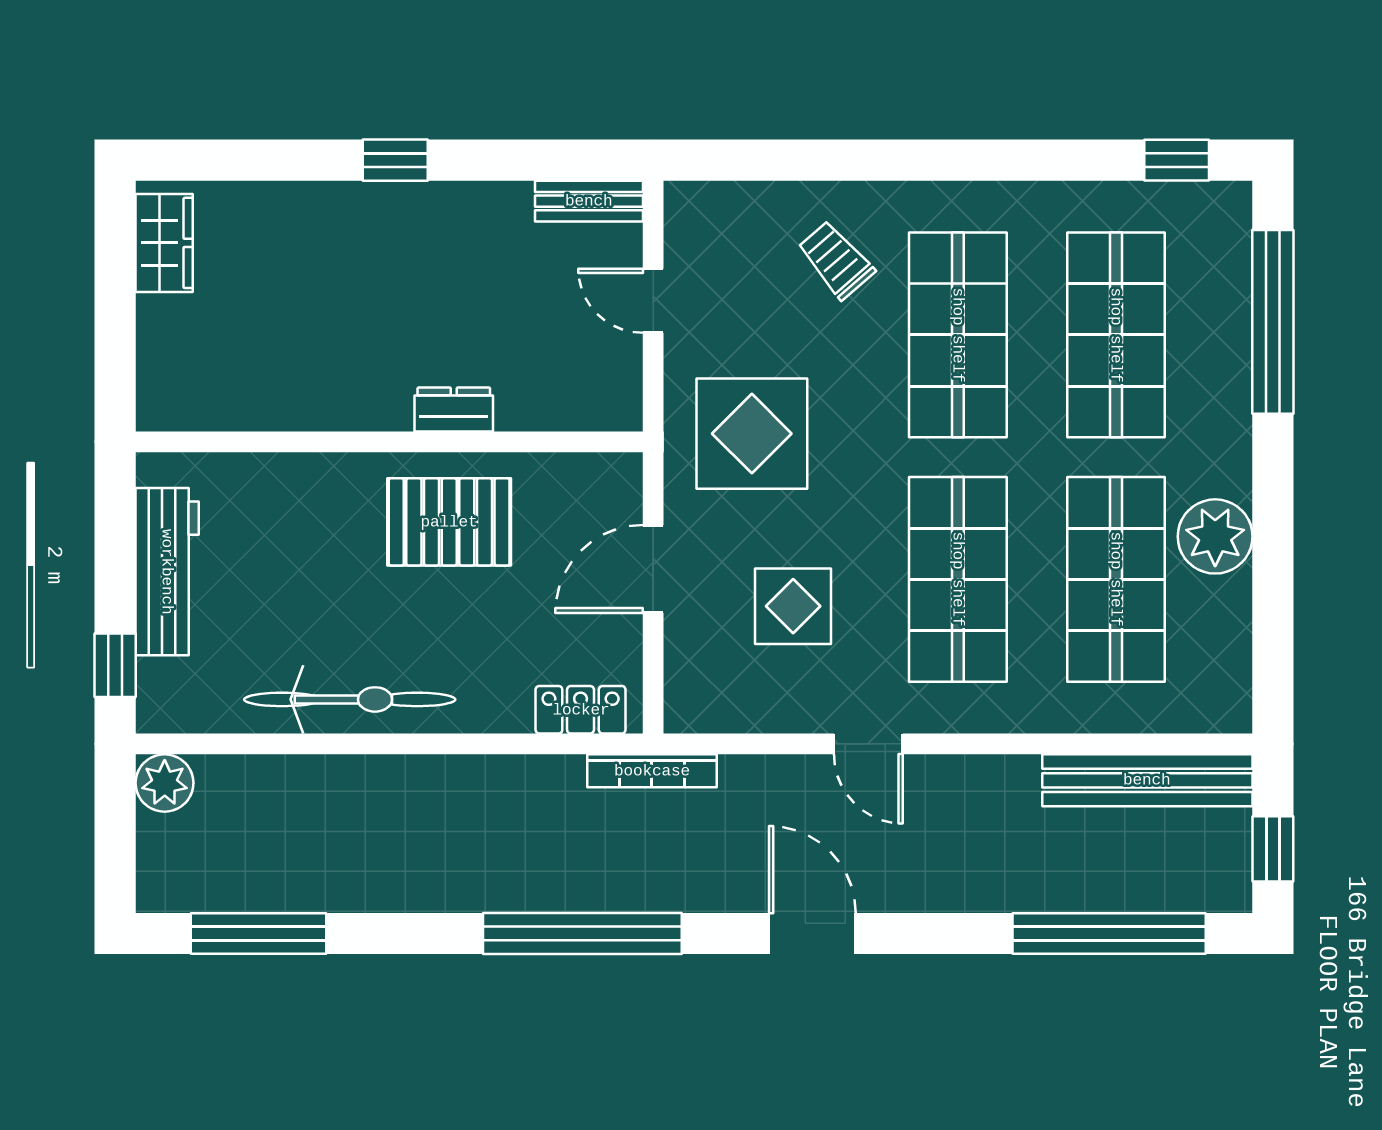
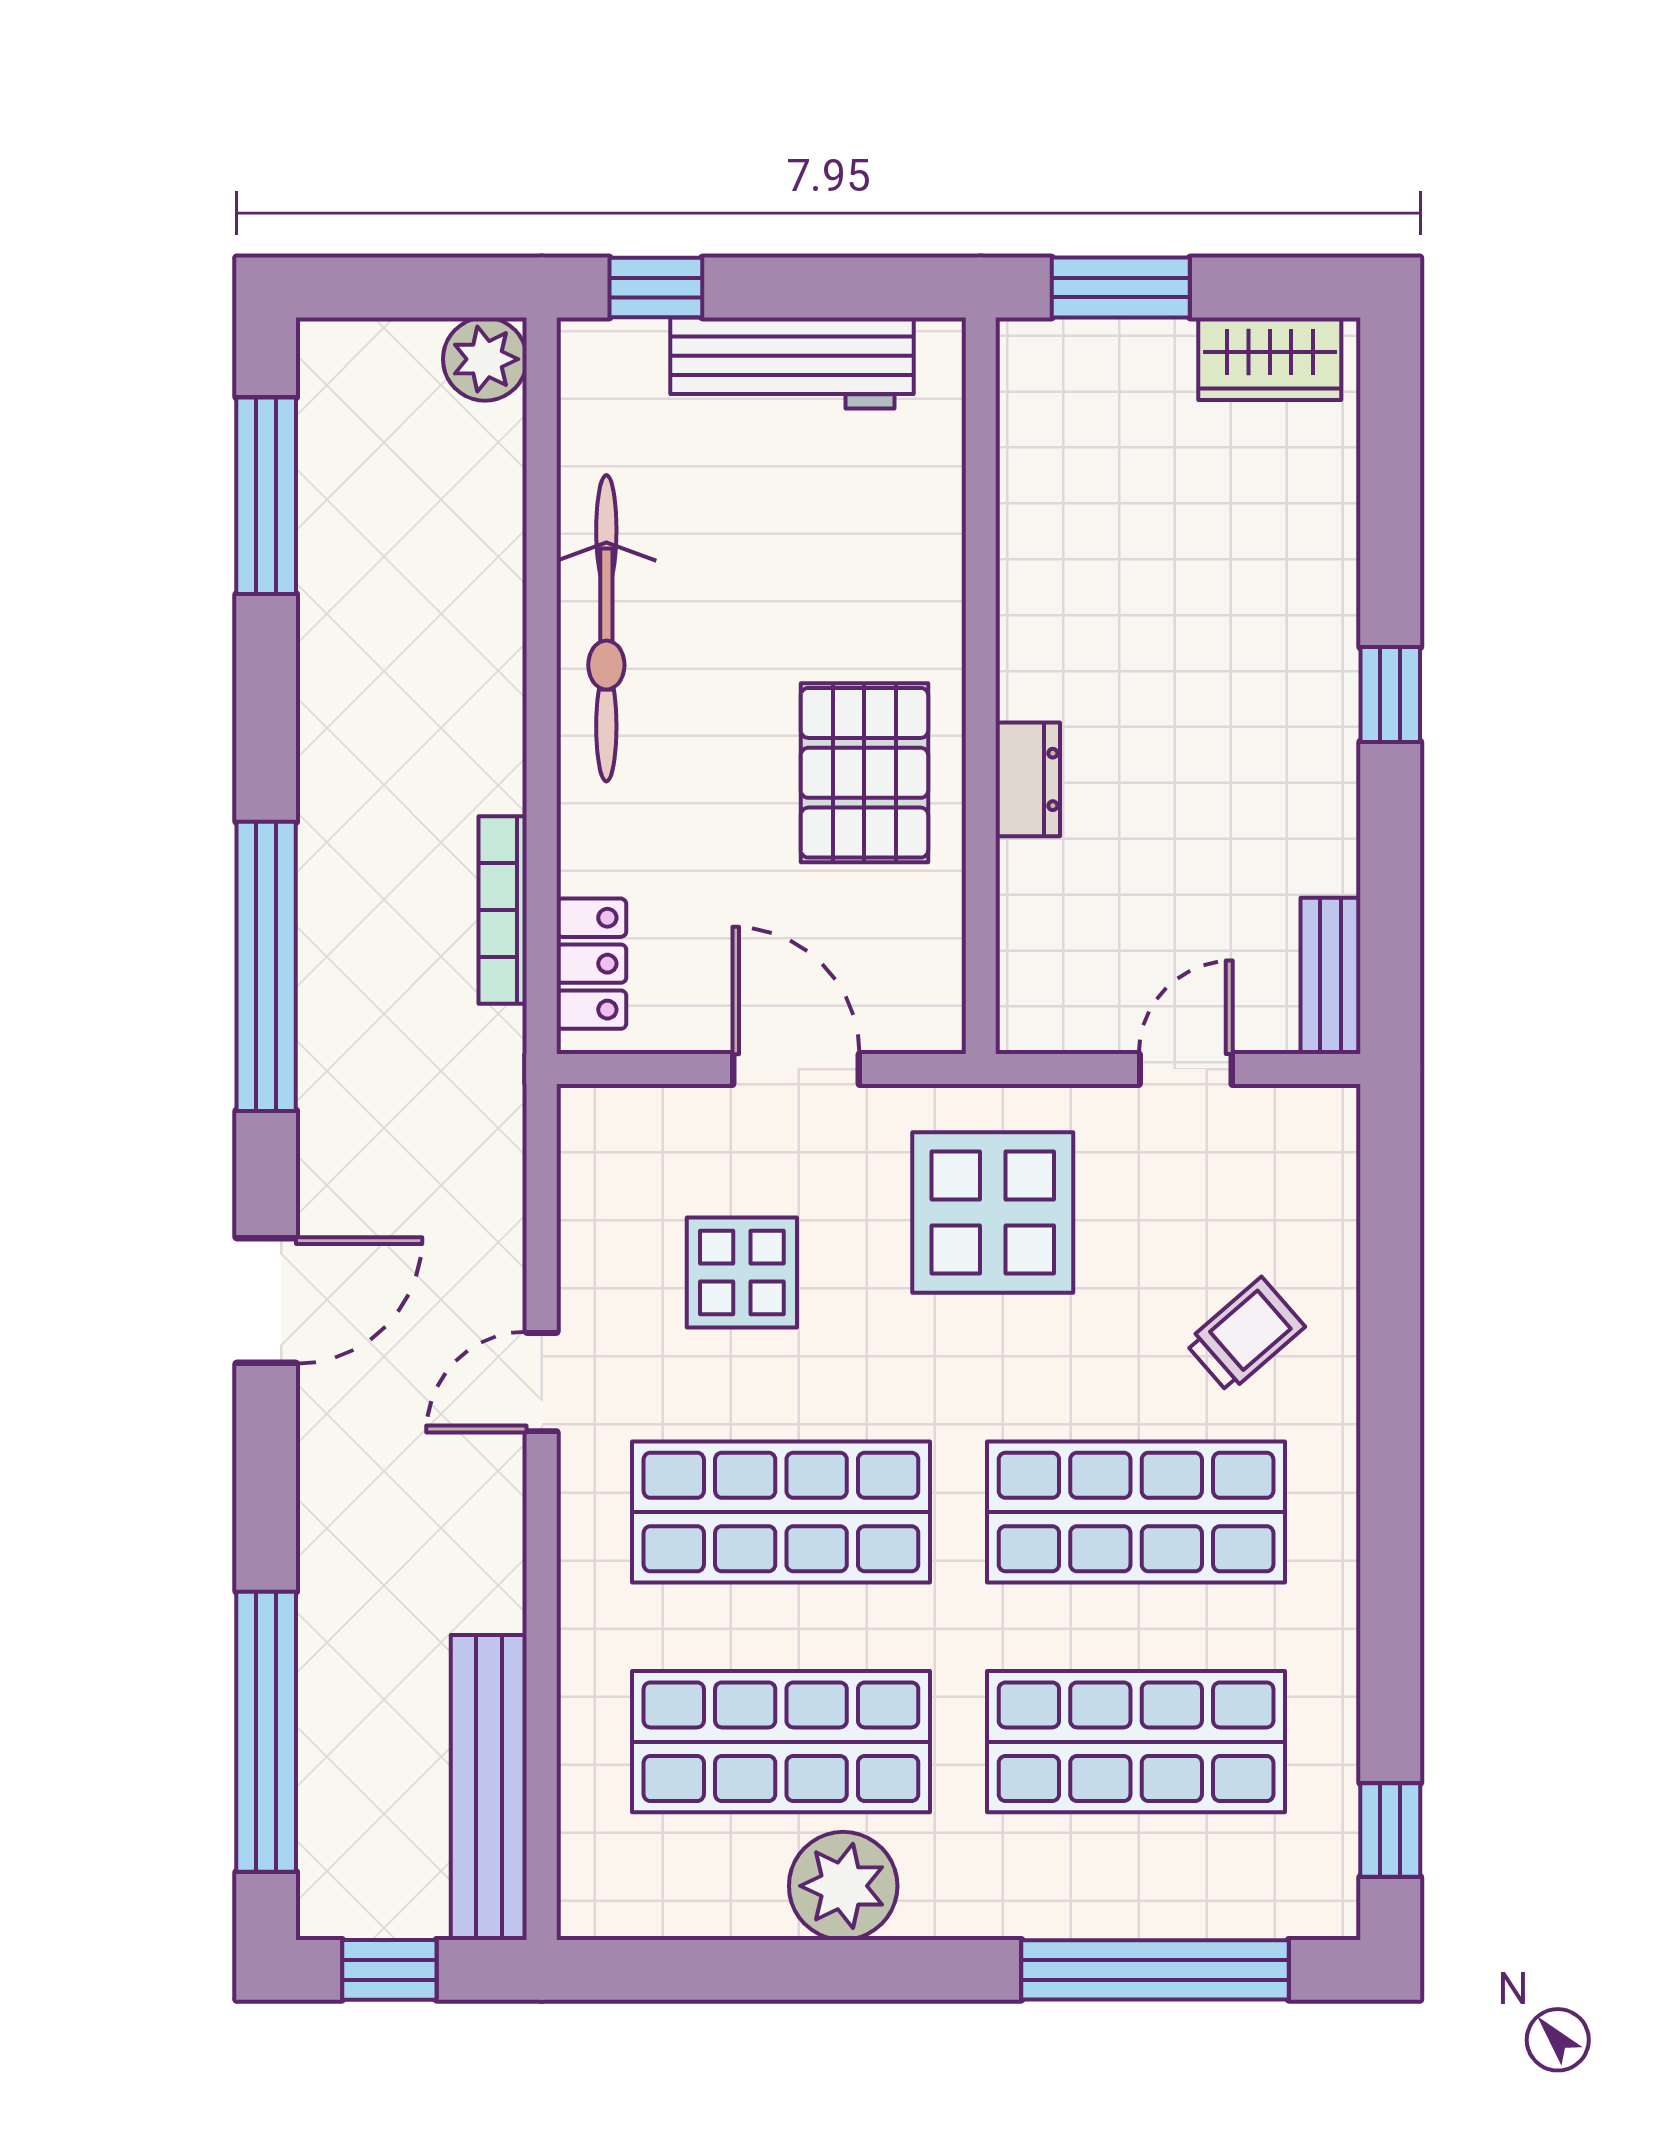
window: (115, 345) -> (1121, 287), added
bookcase: (652, 771) -> (503, 910), moved

